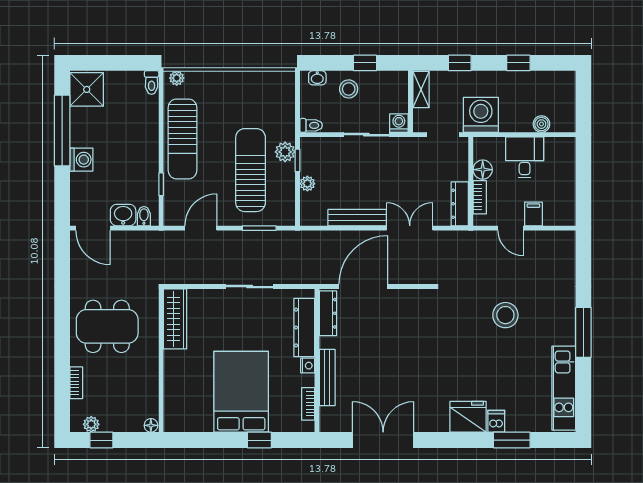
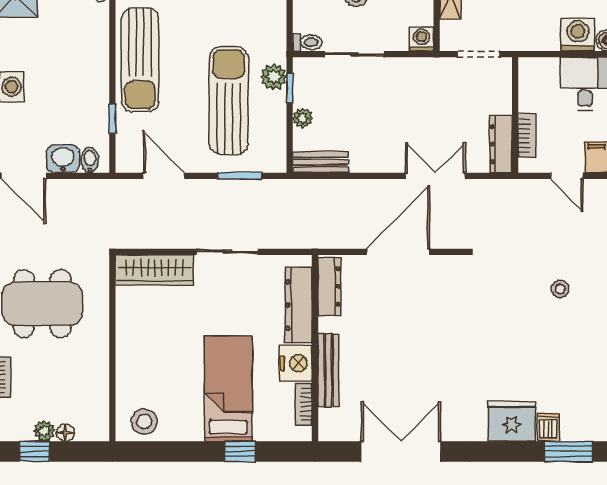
washing machine: (481, 115) -> (578, 35), moved, width x0.73, depth x0.73
sliding door: (366, 135) -> (354, 54), moved
floor lamp: (483, 170) -> (531, 100), removed
bench: (357, 218) -> (321, 162), moved, width x0.73
door: (201, 228) -> (164, 176), hinge flipped
door: (363, 287) -> (398, 252), moved
stool: (505, 315) -> (560, 289), width x0.53, depth x0.53
wardrobe: (175, 319) -> (154, 270), moved, turned 90
nightstand: (308, 366) -> (296, 363), width x1.89, depth x1.79
bed: (241, 392) -> (228, 389), width x0.67
stool: (186, 417) -> (144, 422), added
plant: (91, 424) -> (44, 431), moved
floor lamp: (151, 425) -> (65, 432), moved

